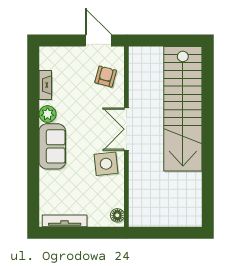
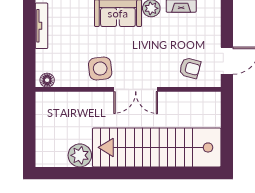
double door: (126, 129) -> (136, 89), swing flipped
plant: (191, 184) -> (80, 155), added

